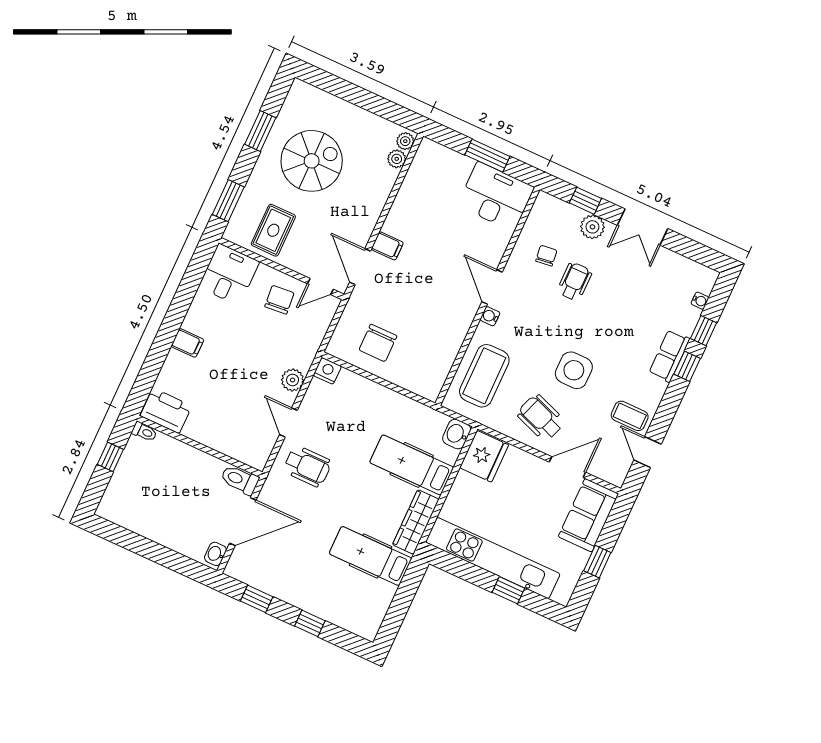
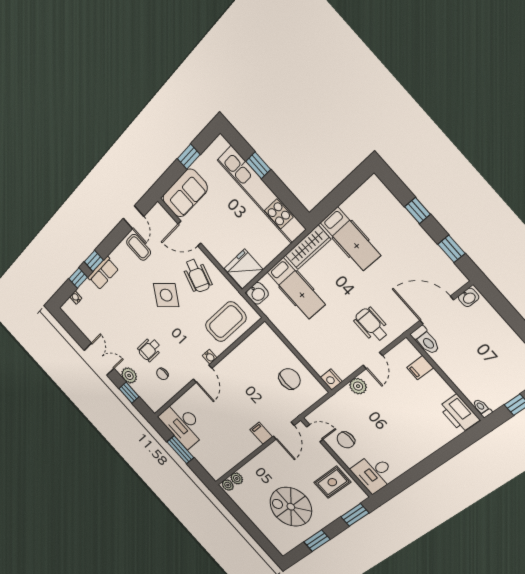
filing cabinet: (187, 343) -> (420, 368), moved, turned -90
side table: (574, 370) -> (166, 295), turned 38

